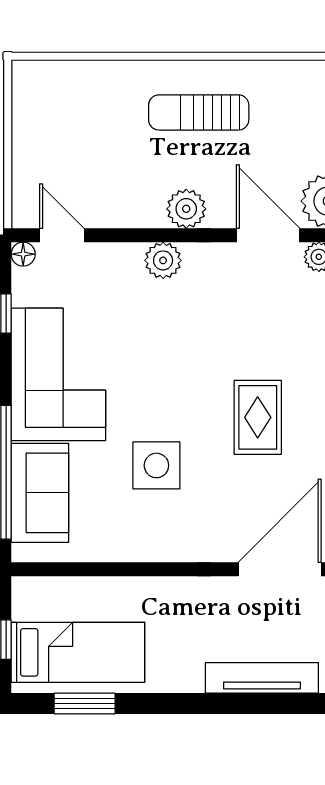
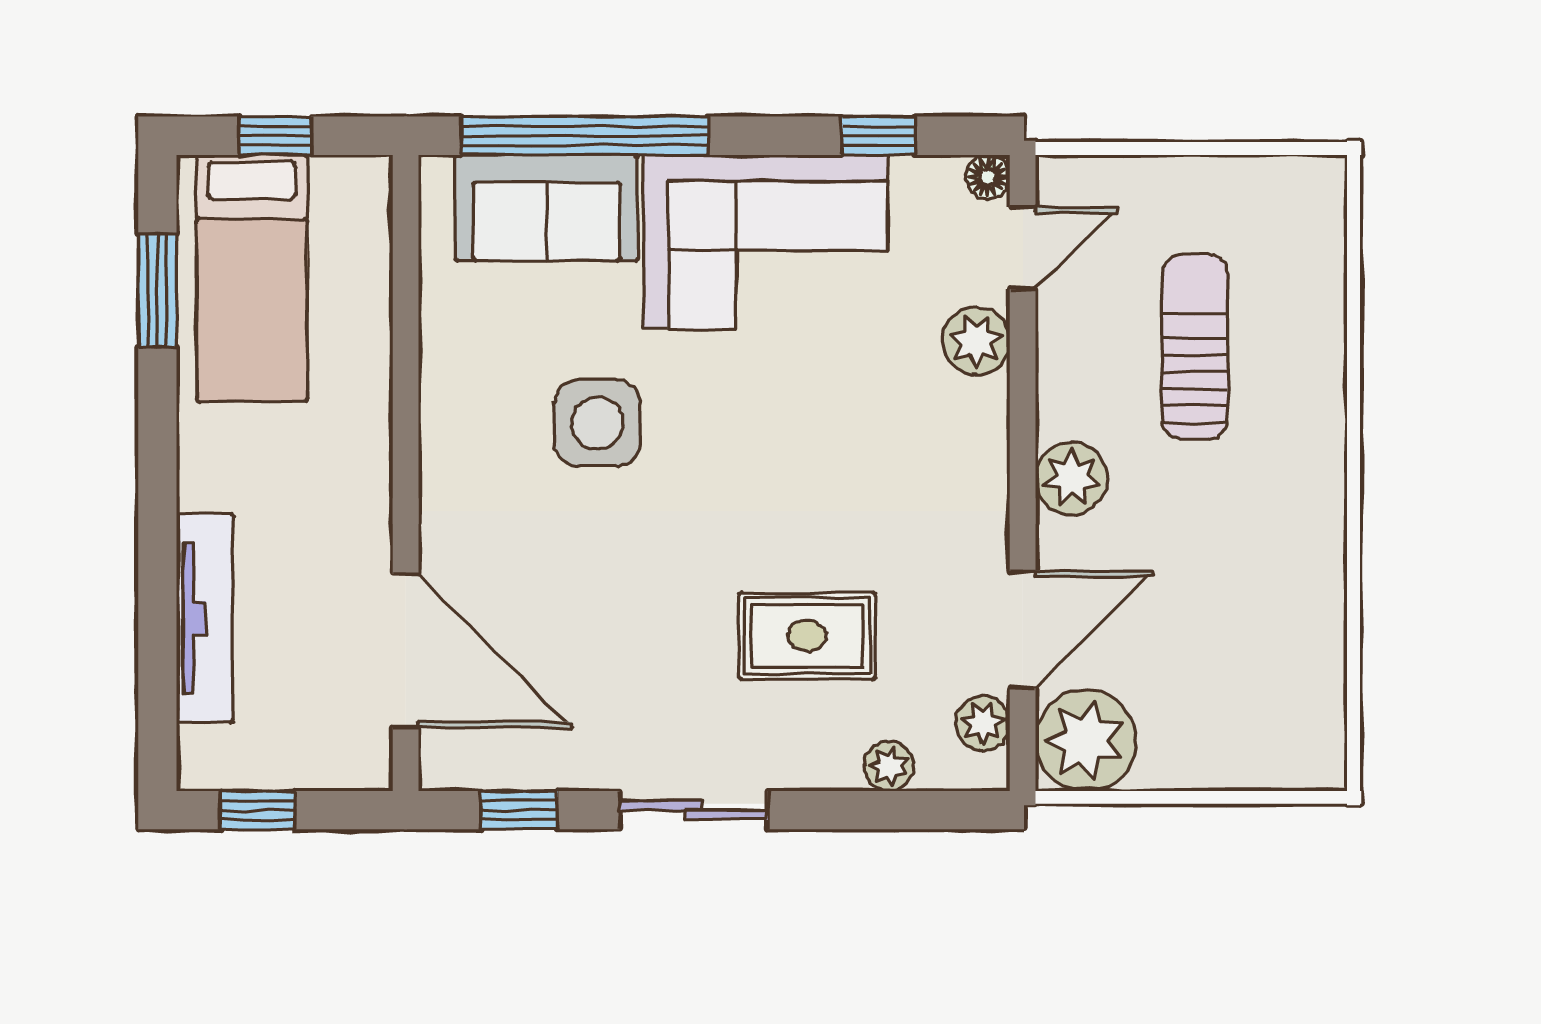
sun lounger: (199, 112) -> (1195, 347), moved
plant: (163, 260) -> (976, 341), moved
rug: (258, 417) -> (807, 636), moved

